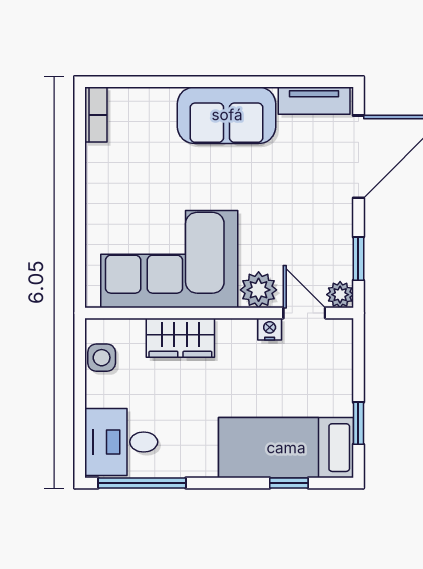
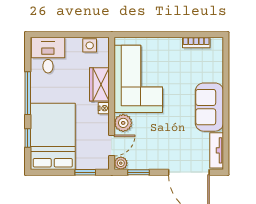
bookcase: (96, 115) -> (196, 43), moved
nightstand: (270, 329) -> (104, 108), moved
window: (358, 423) -> (85, 172), moved
bed: (286, 448) -> (53, 136), width x1.50
window: (142, 483) -> (28, 93), moved

